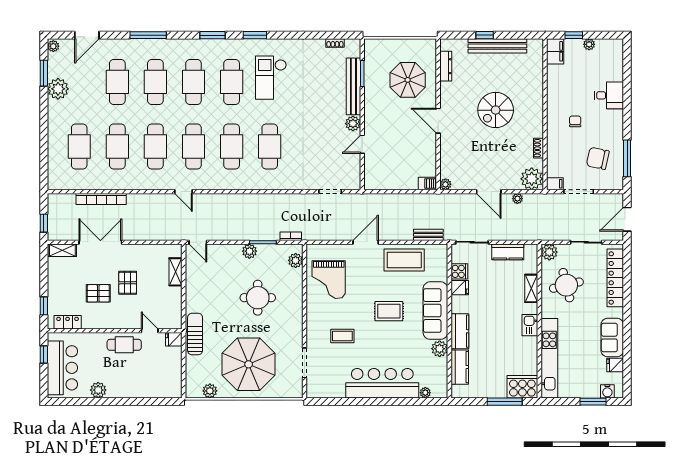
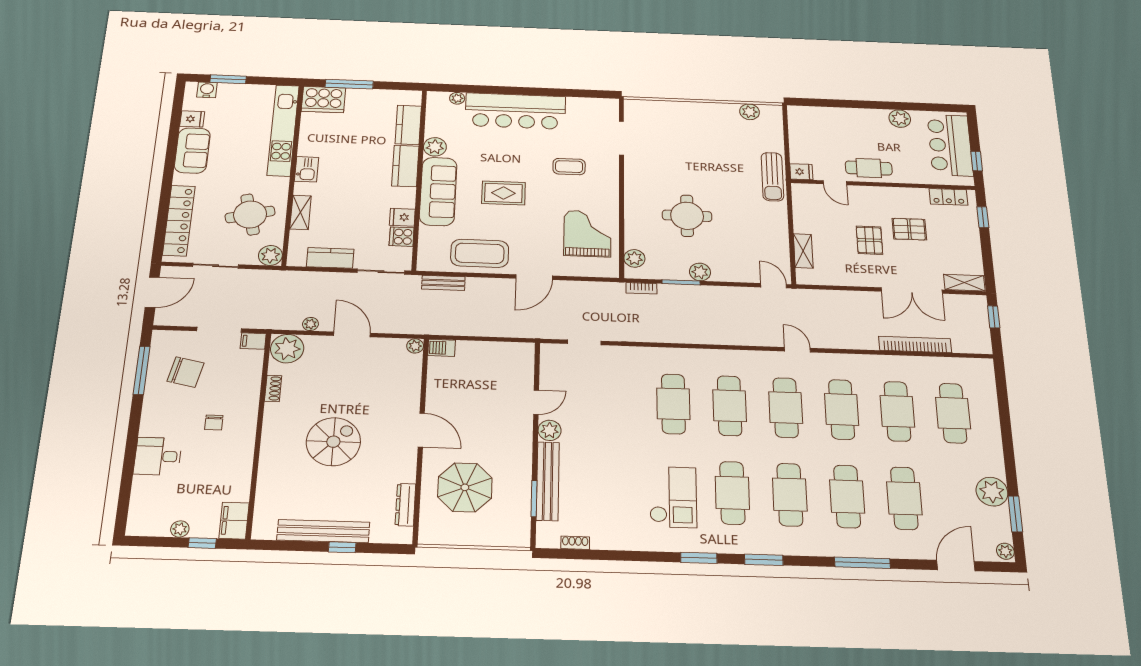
parasol: (249, 364) -> (698, 139), removed

